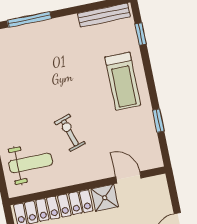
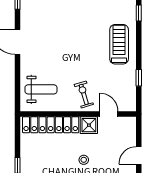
treadmill: (123, 81) -> (119, 44), turned 180
exercise bike: (70, 133) -> (84, 94), moved

